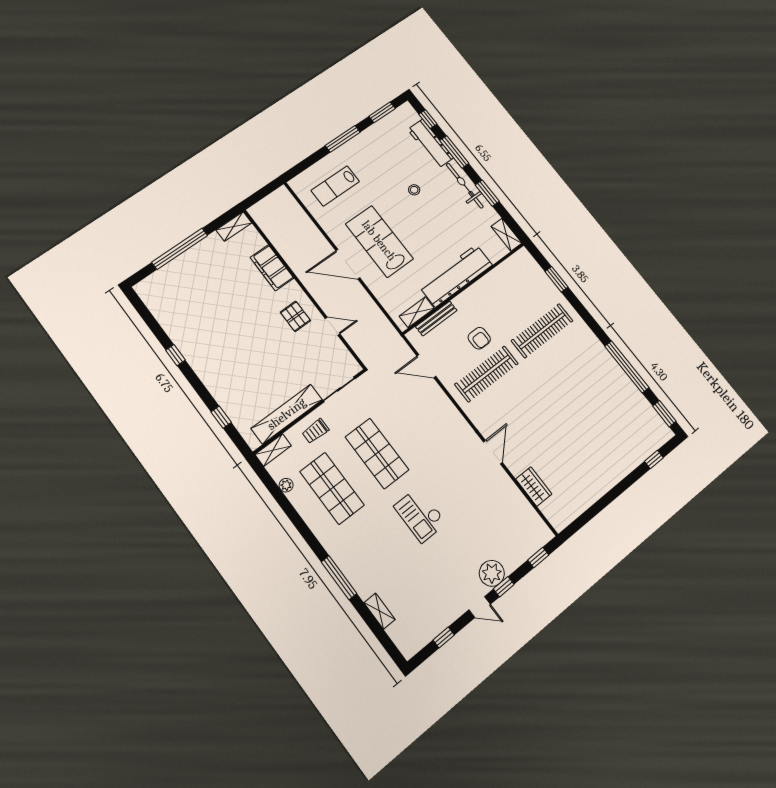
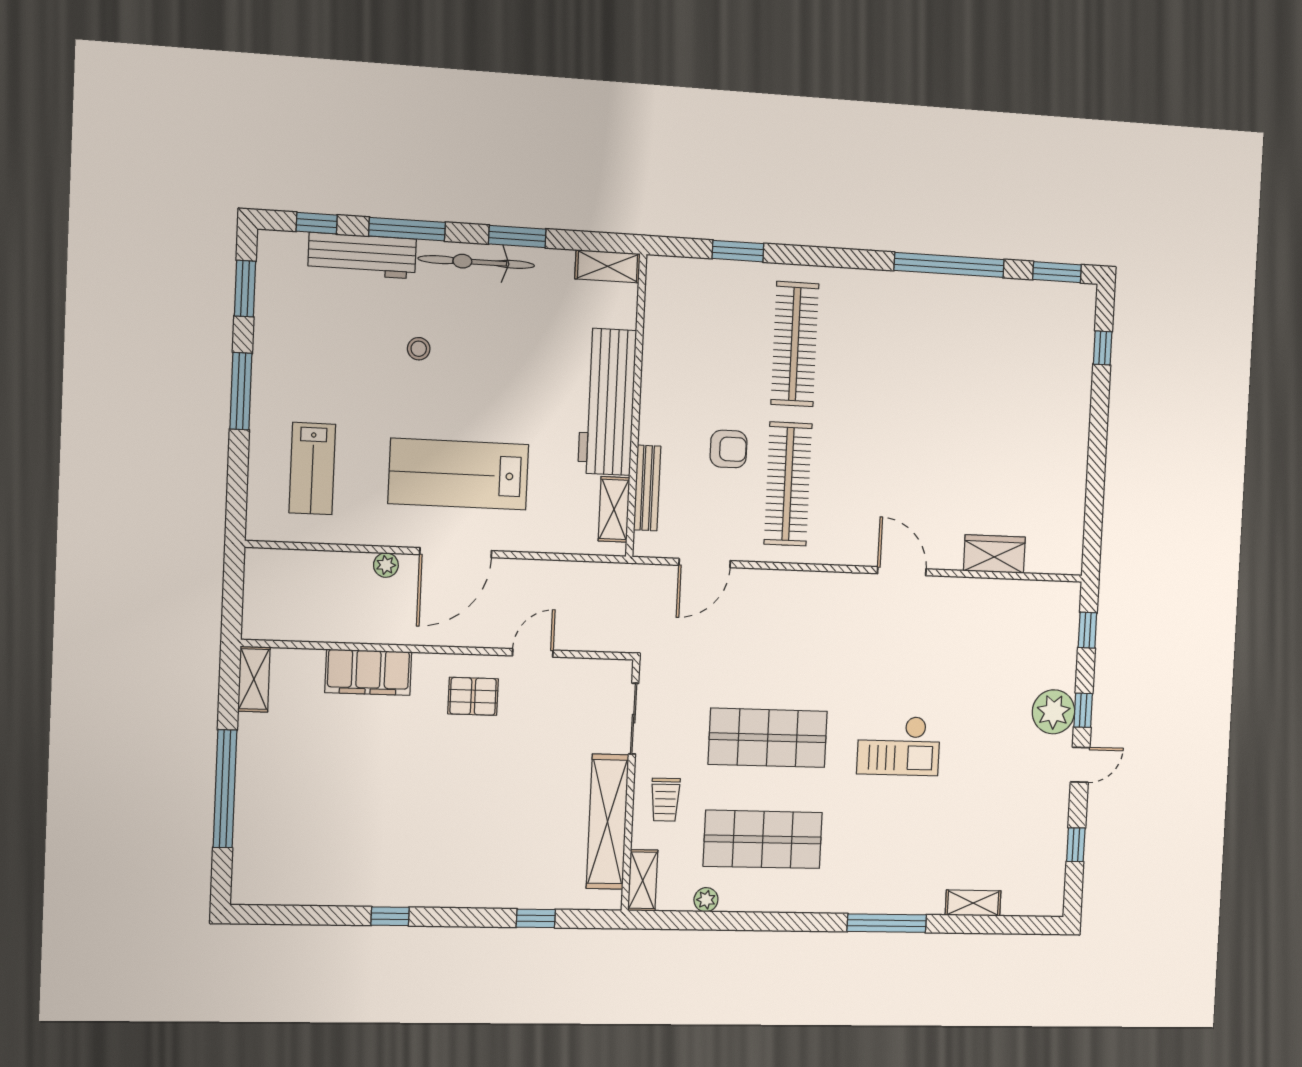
plant: (321, 242) -> (386, 565), added

